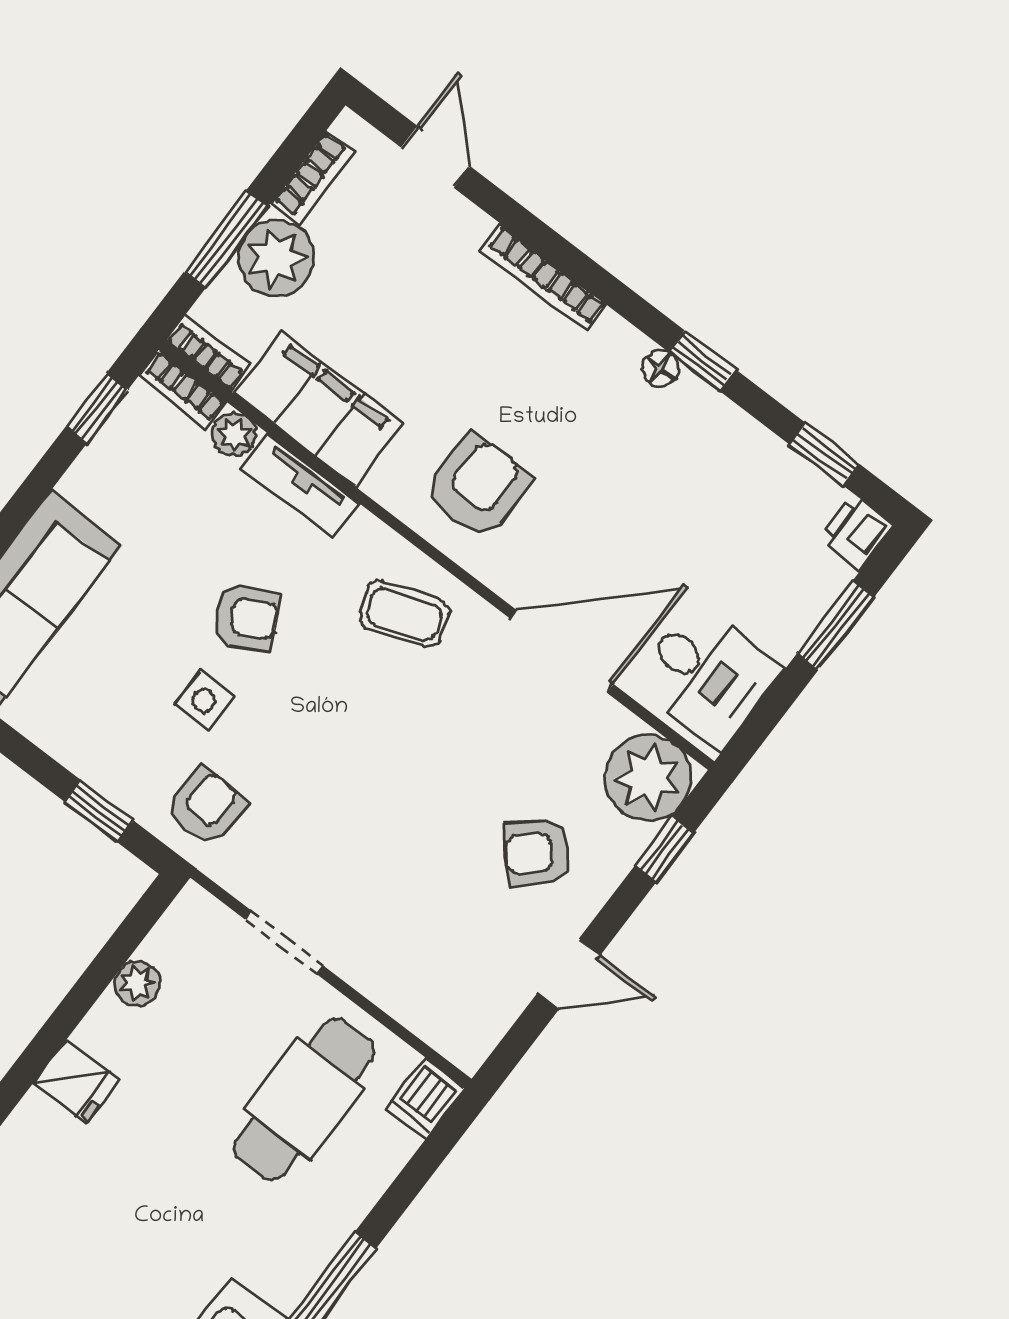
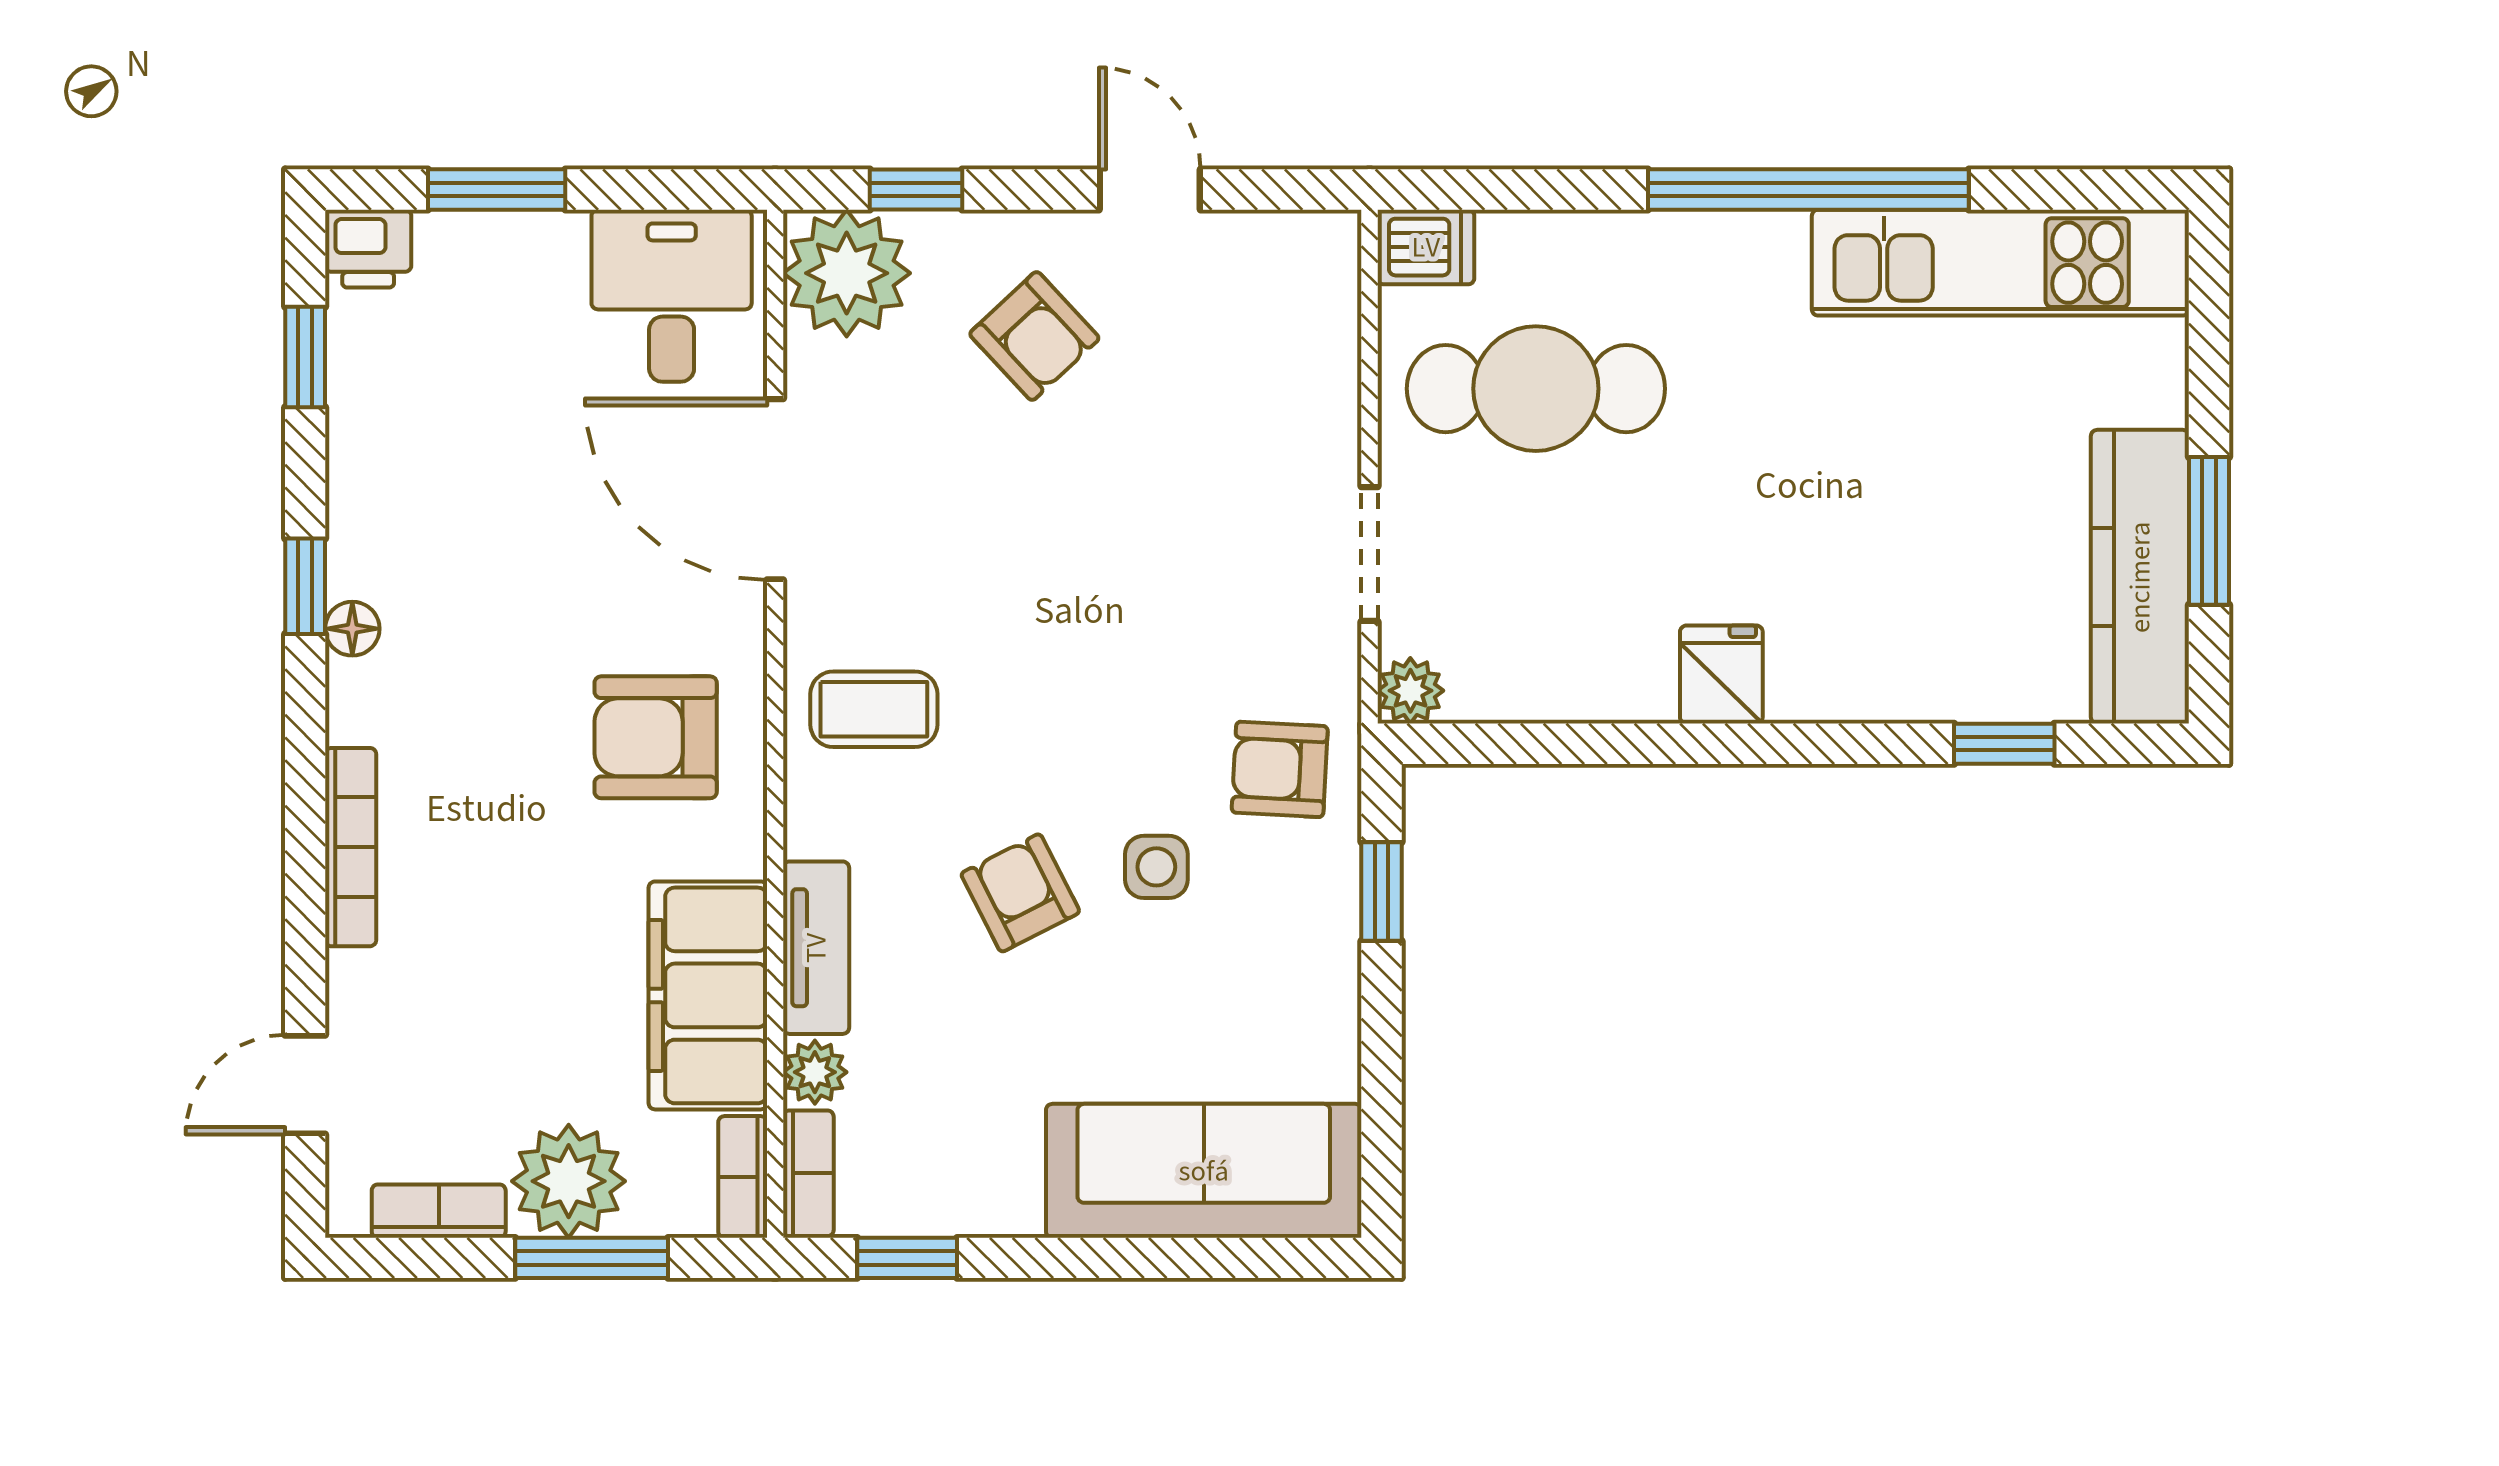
coffee table: (404, 614) -> (874, 709), turned -70
plant: (137, 983) -> (1410, 691), moved

